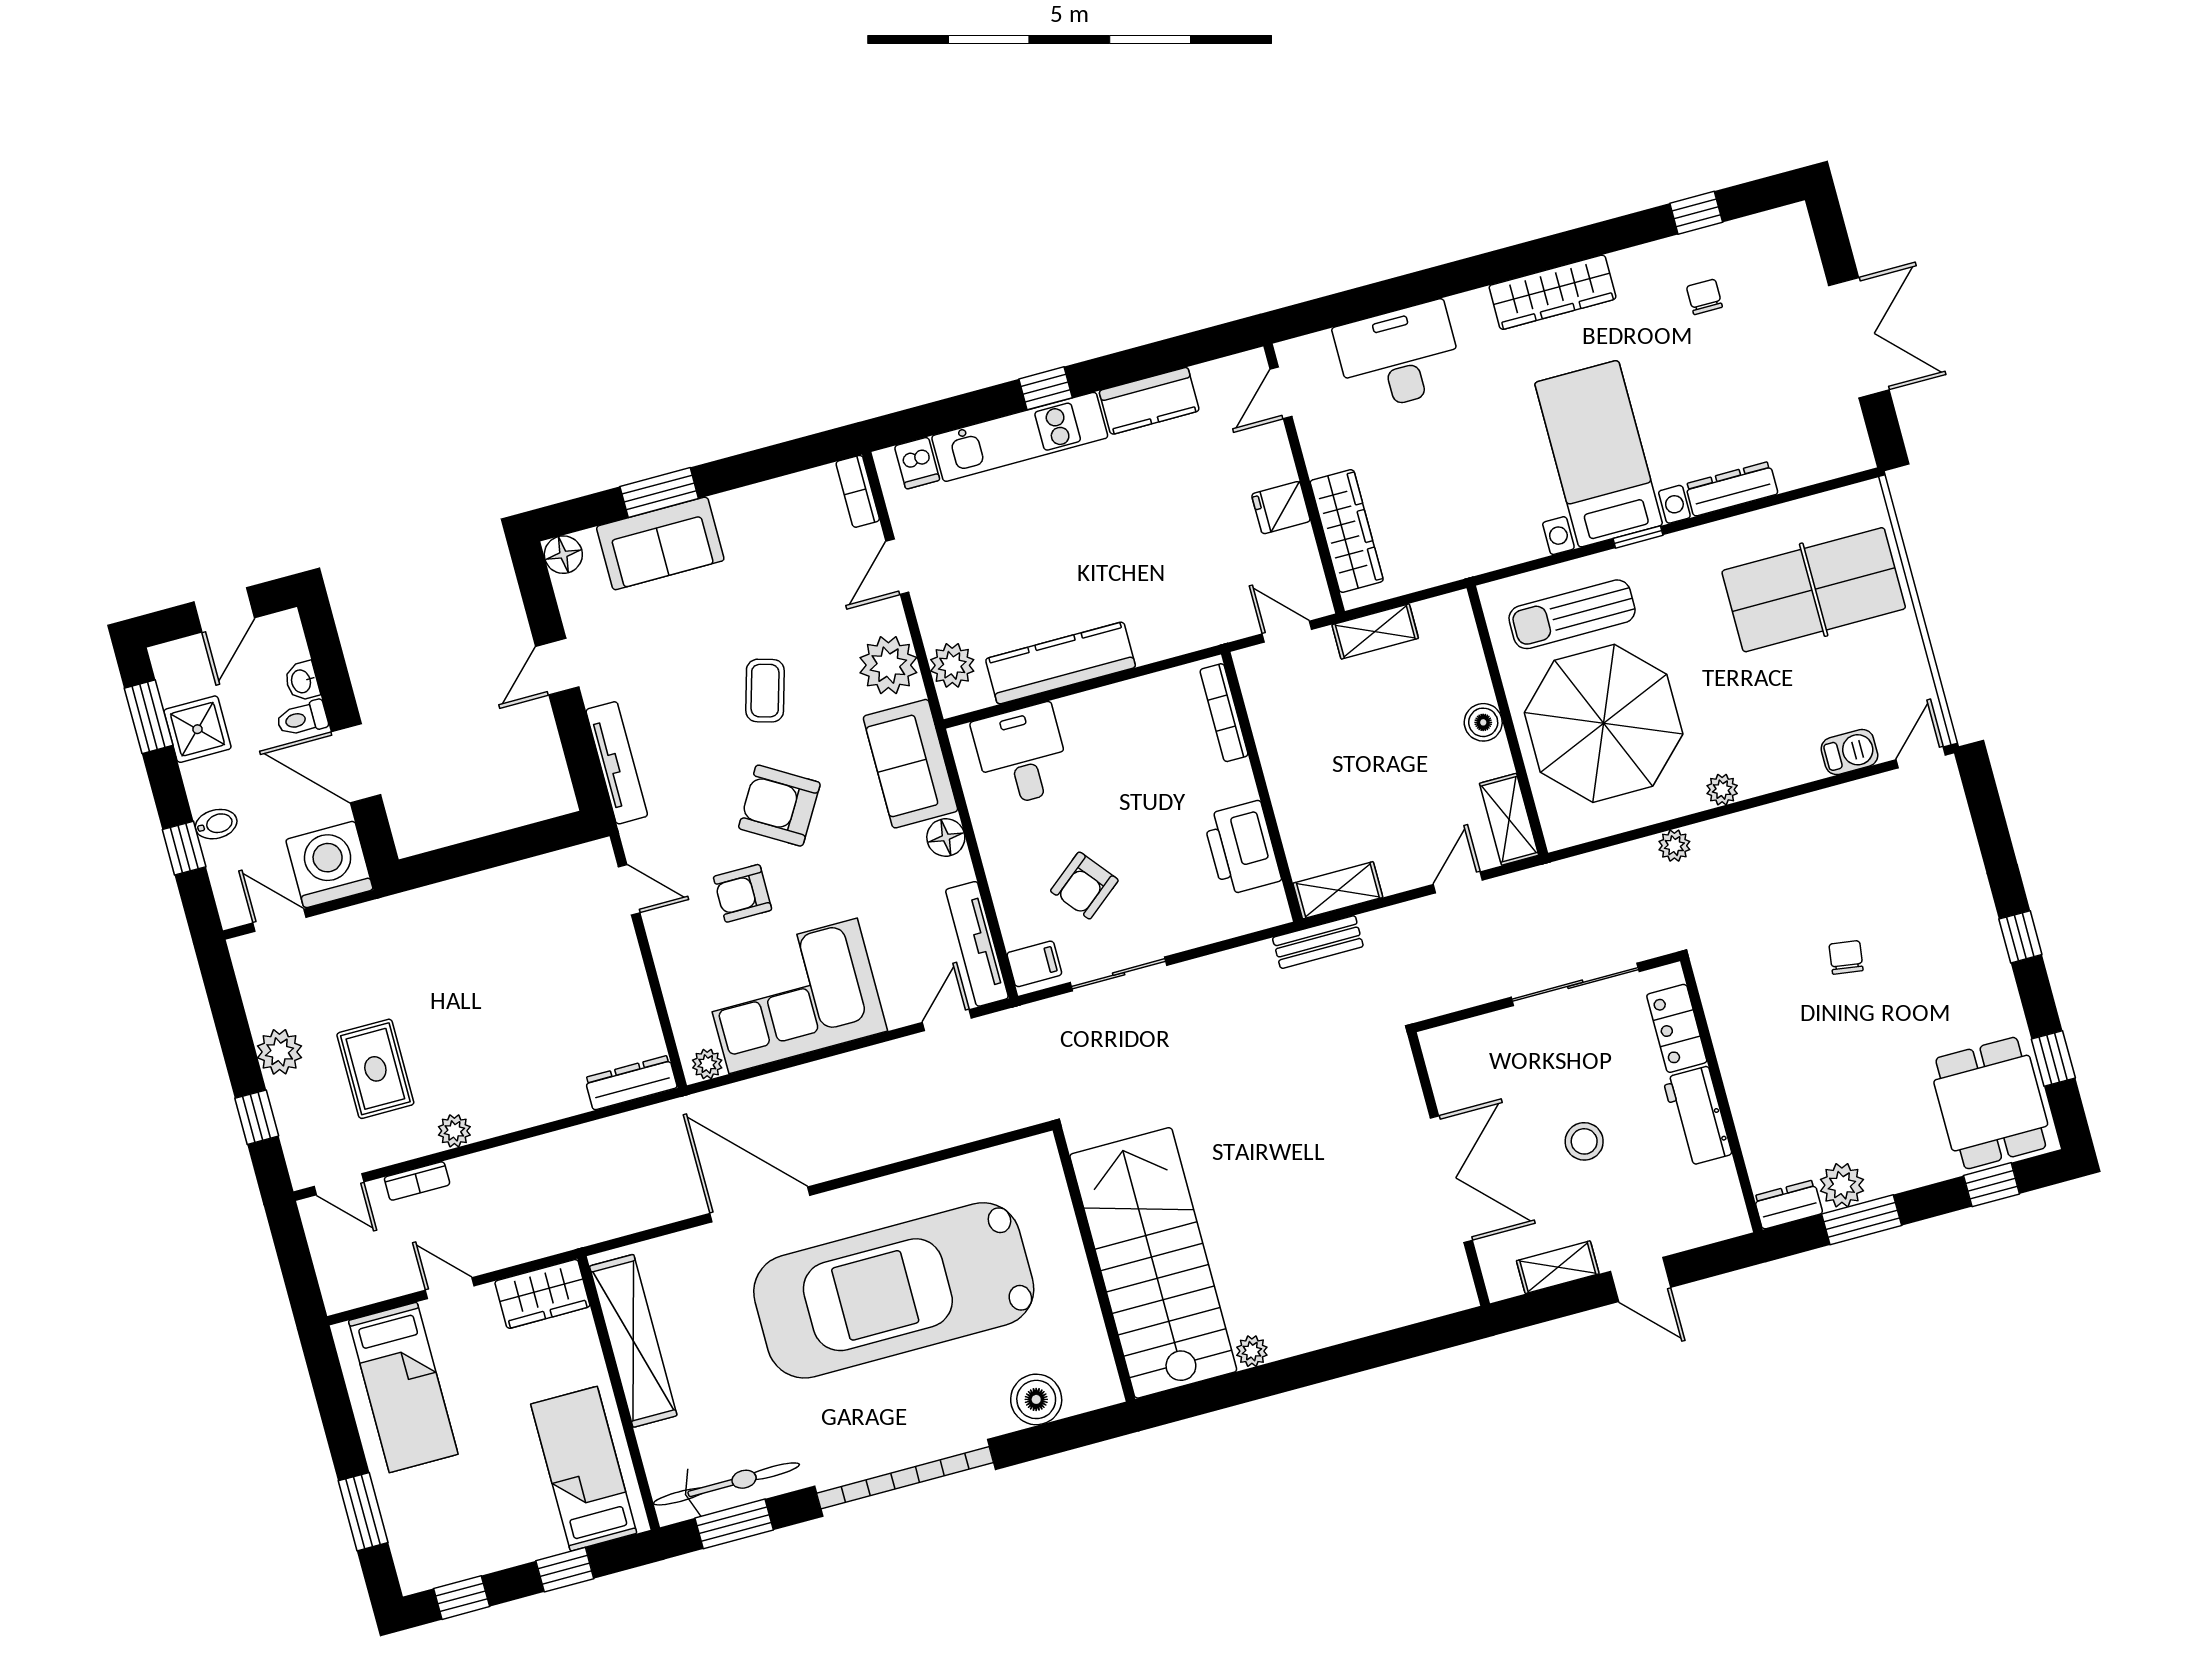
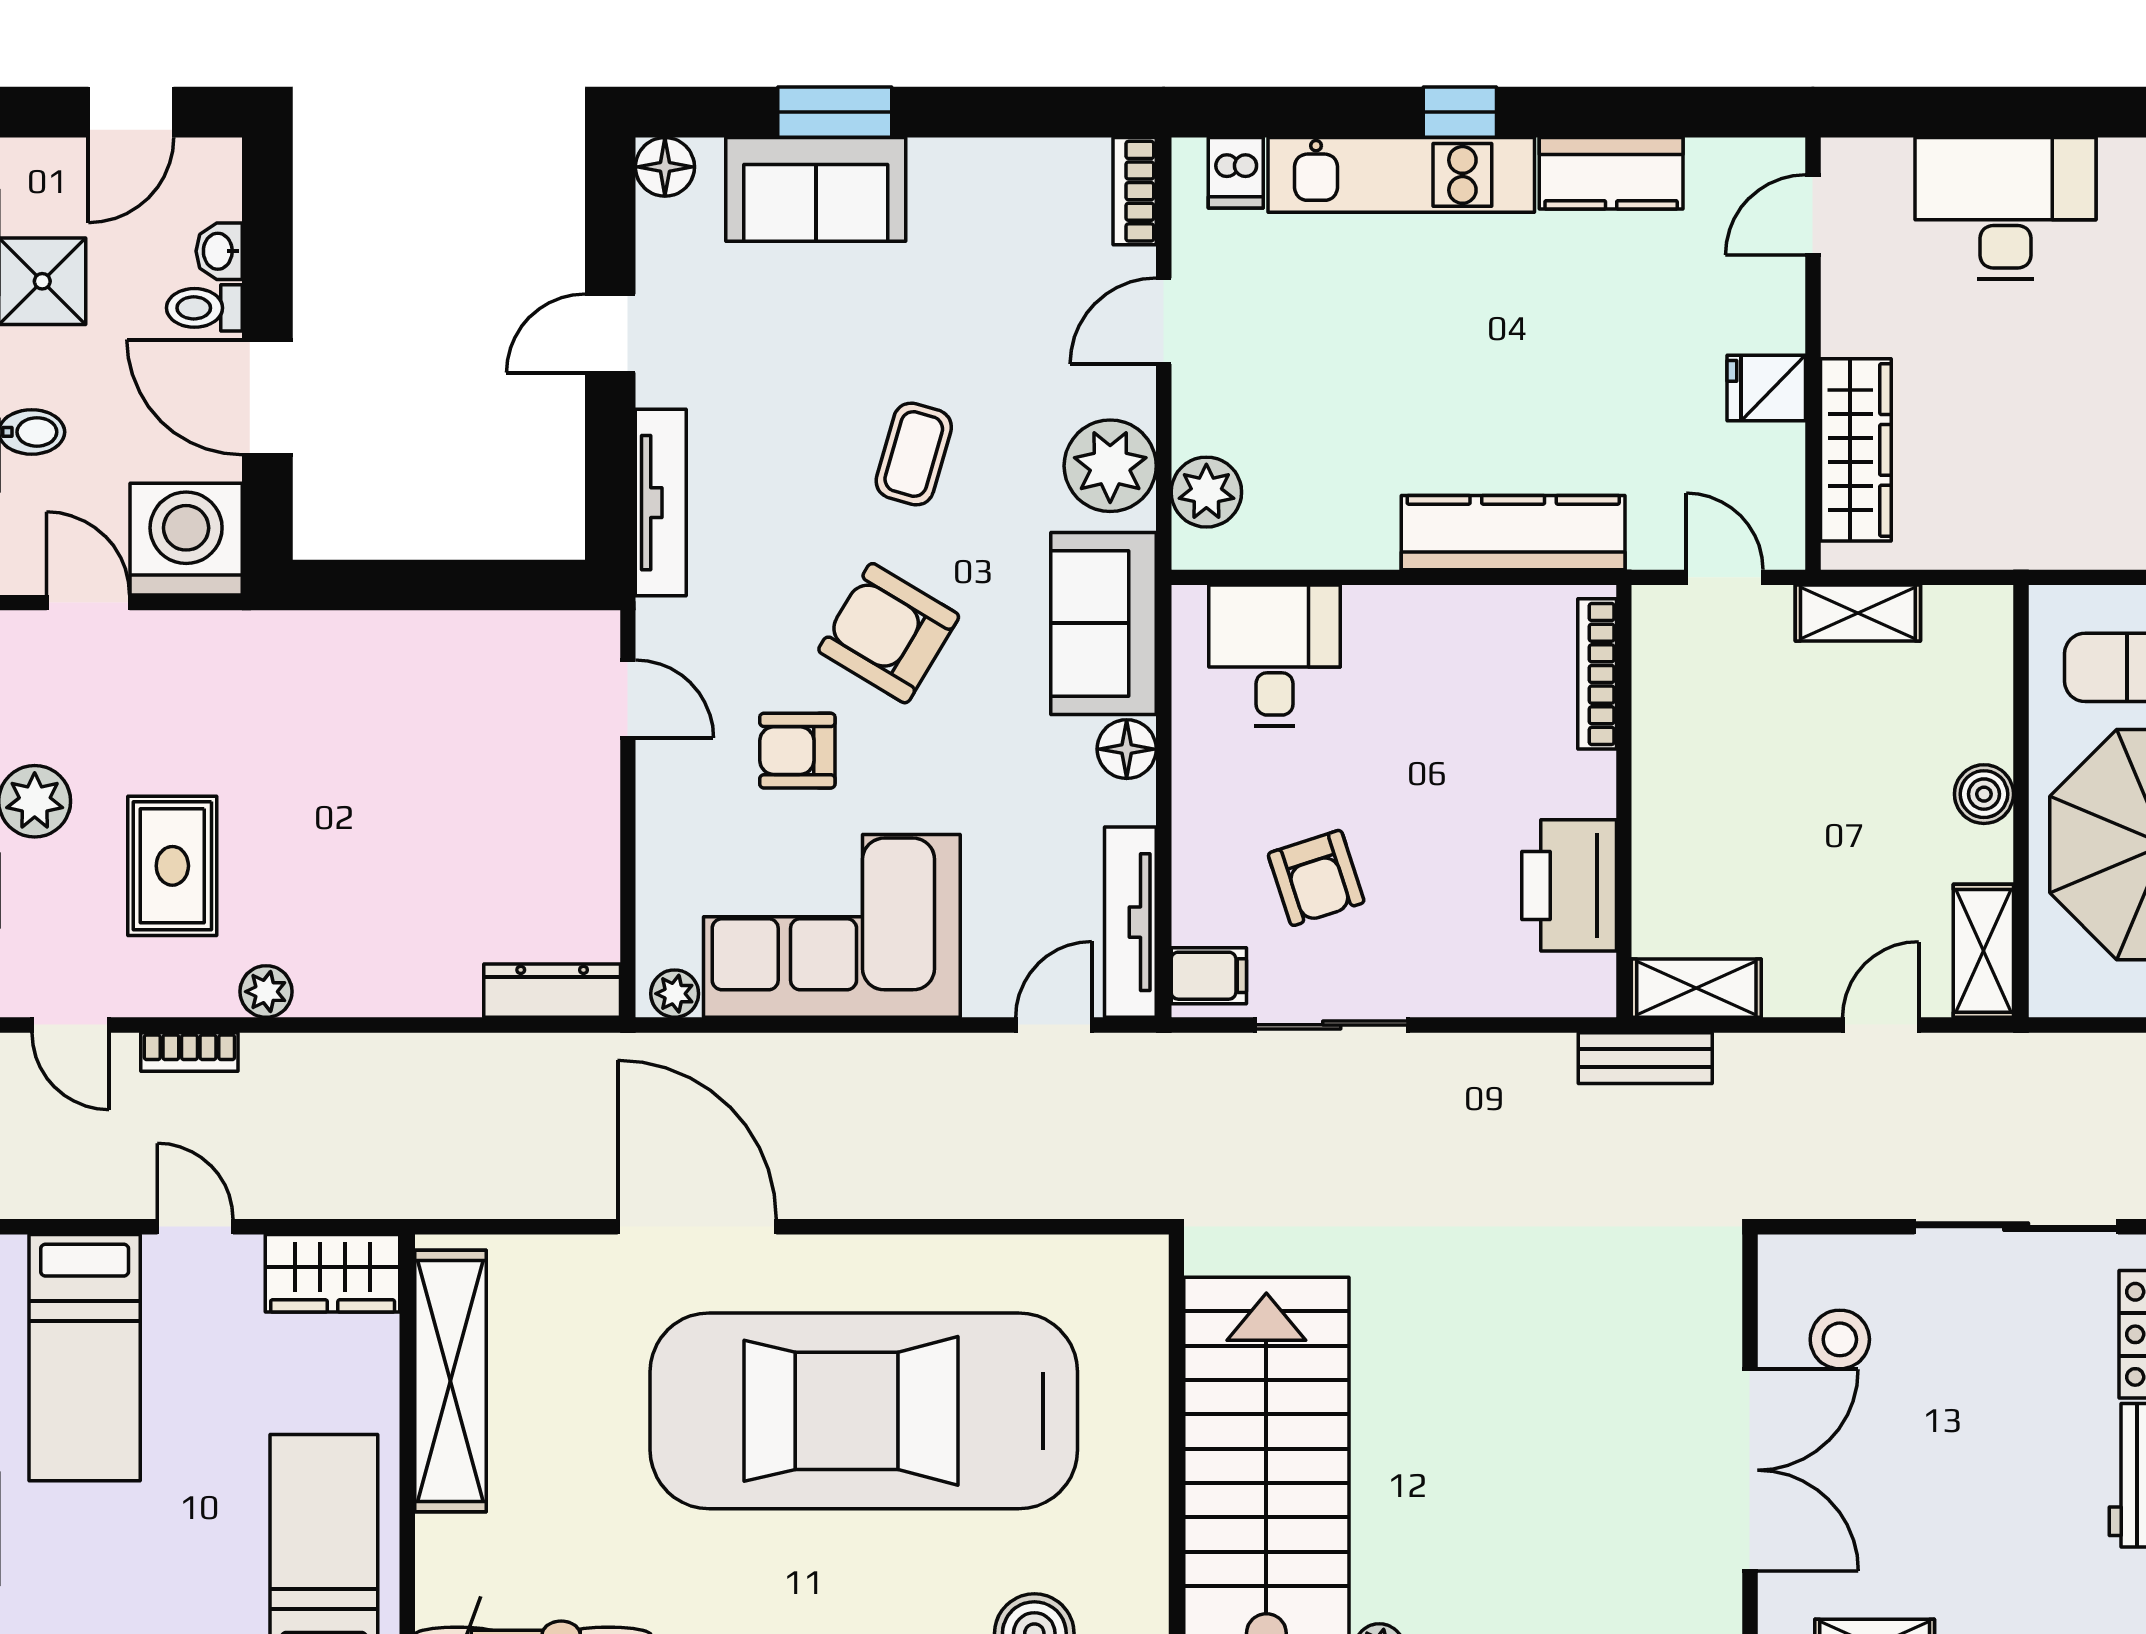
kitchen counter: (1061, 663) -> (1513, 533), moved
armchair: (1084, 886) -> (1316, 878), turned -69
stool: (1584, 1141) -> (1840, 1339), moved

